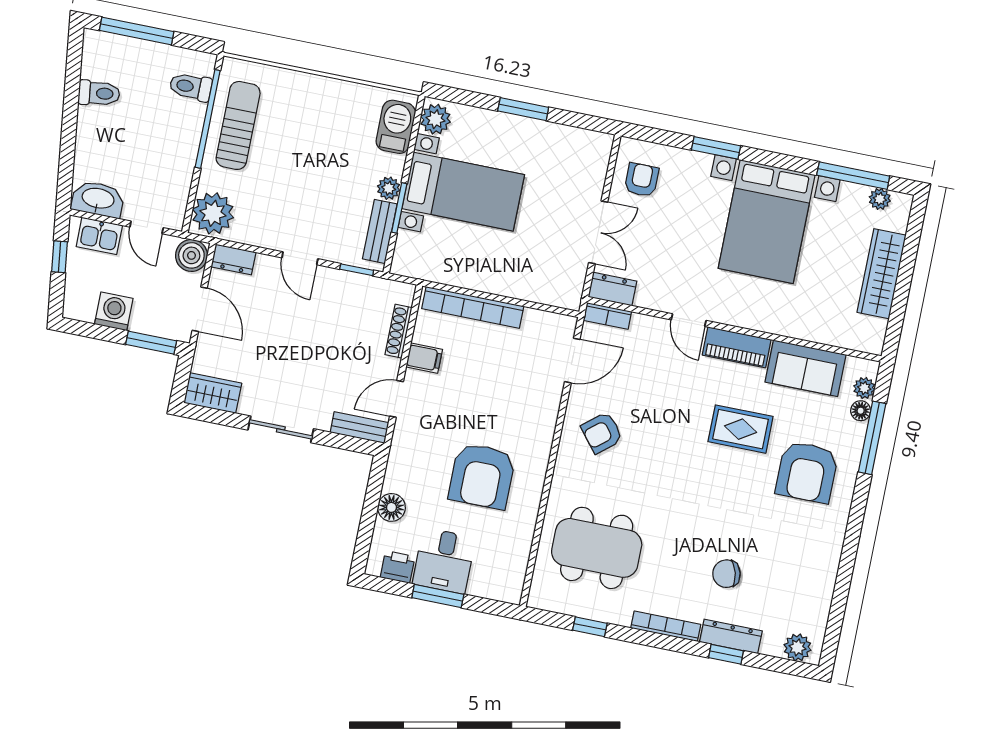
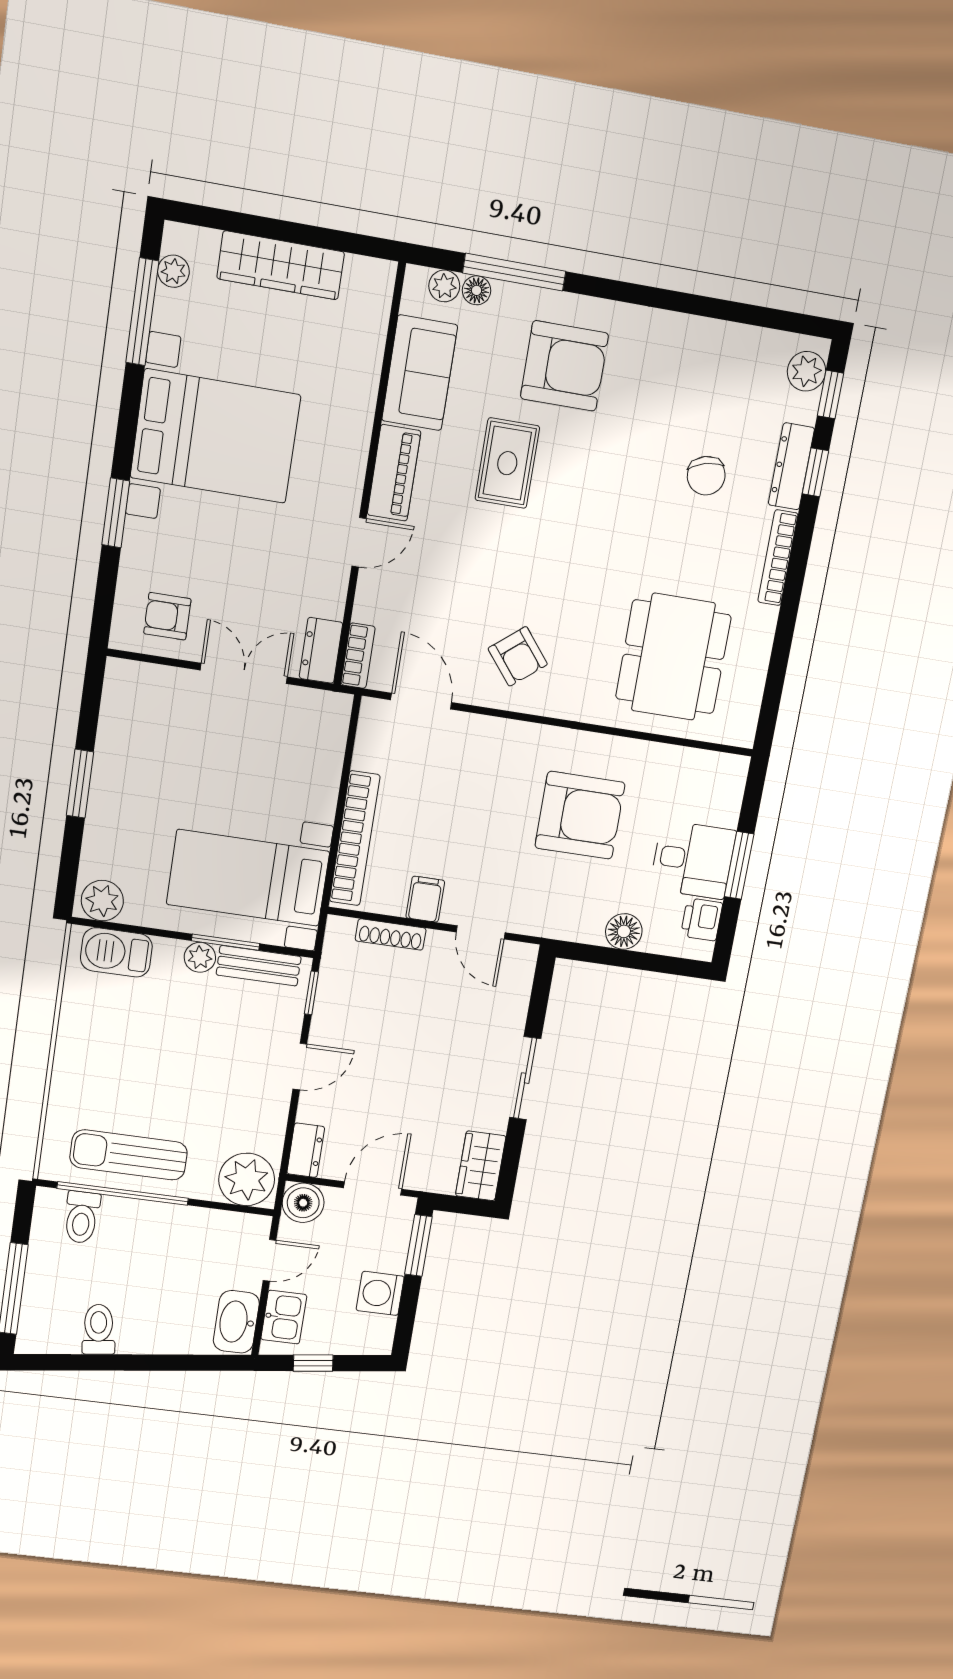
bed with nightstands: (463, 192) -> (248, 878), moved, turned -90
bench: (359, 427) -> (520, 978), removed
window: (590, 627) -> (831, 394), moved

